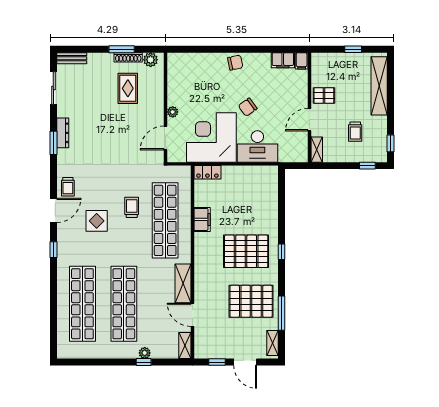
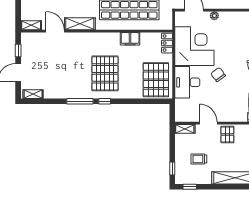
pallet: (251, 301) -> (156, 80), moved
window: (282, 313) -> (80, 101), moved
door: (192, 315) -> (55, 31), hinge flipped

